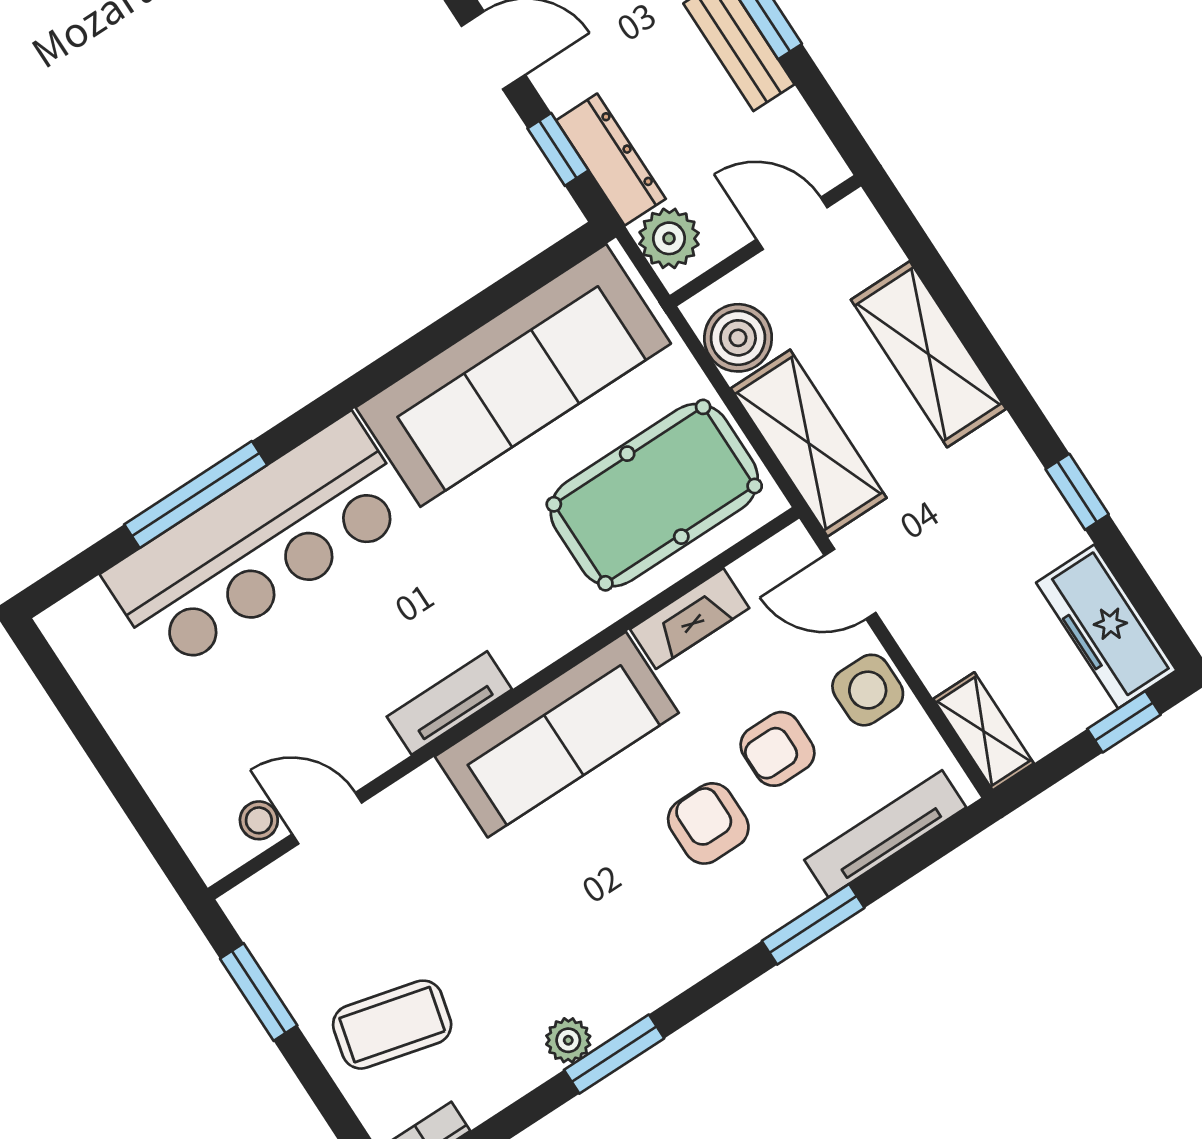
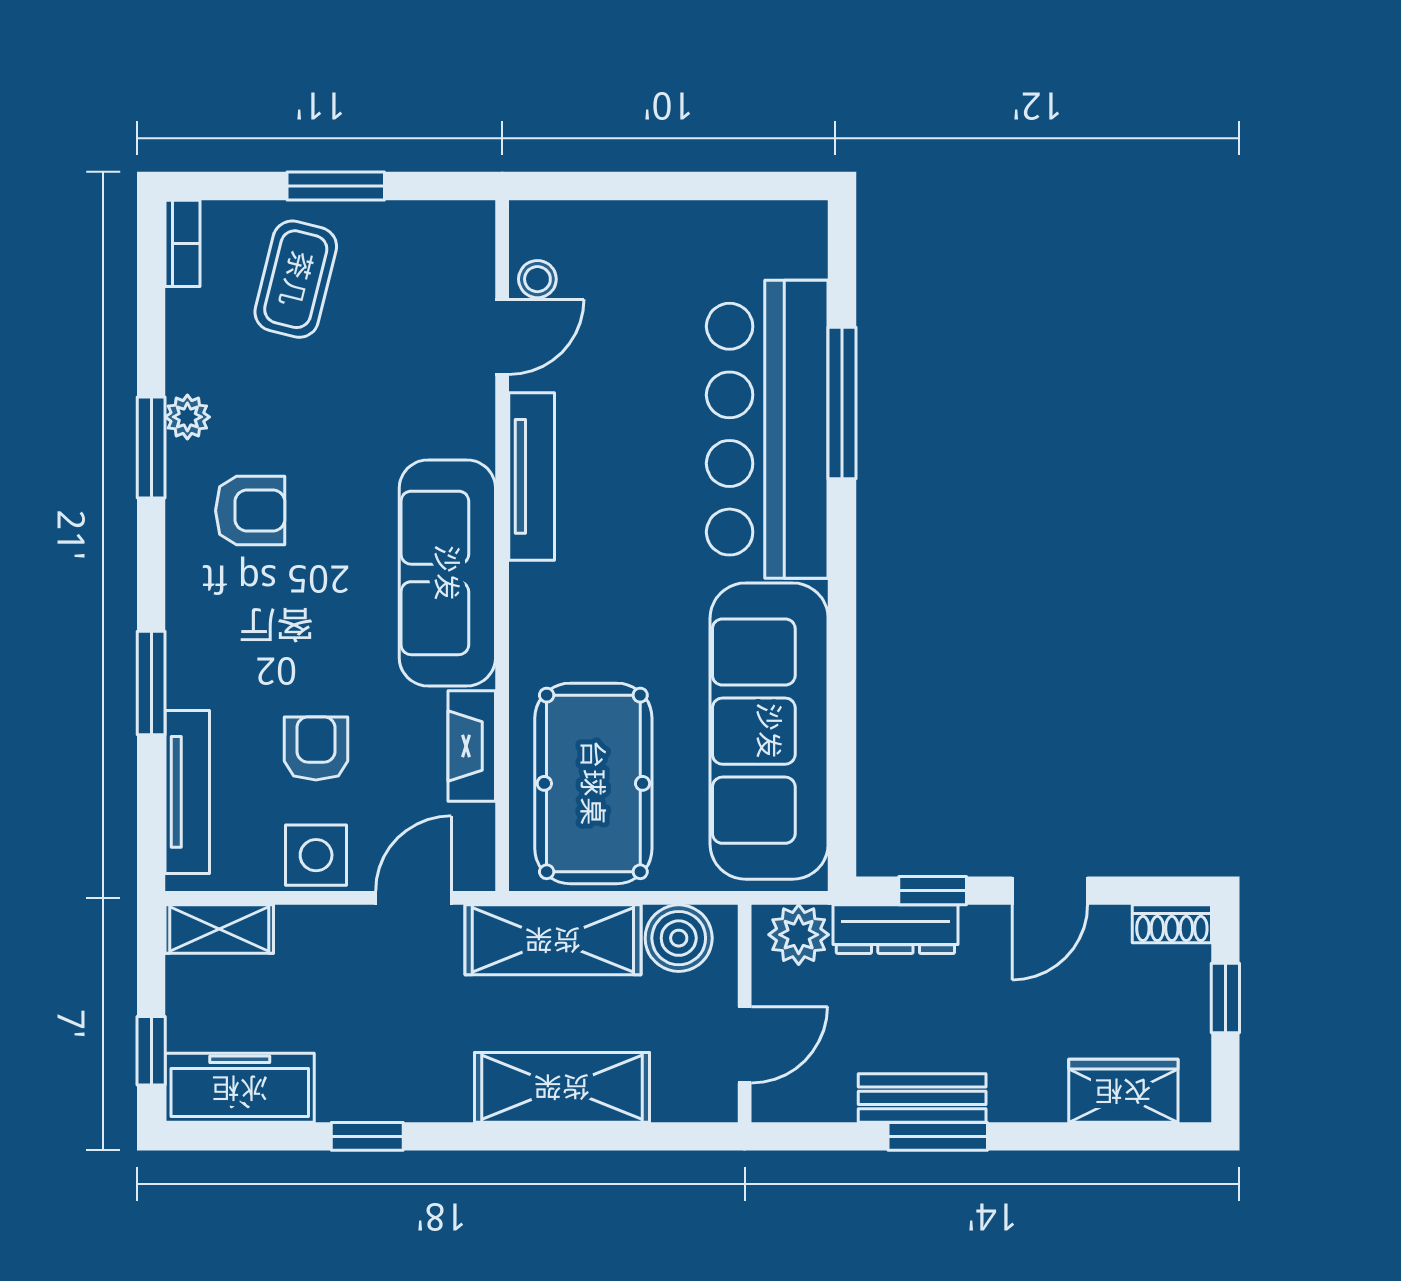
tv unit: (449, 703) -> (532, 476), width x1.41
armchair: (708, 823) -> (250, 511), moved
window: (259, 992) -> (336, 186), moved

